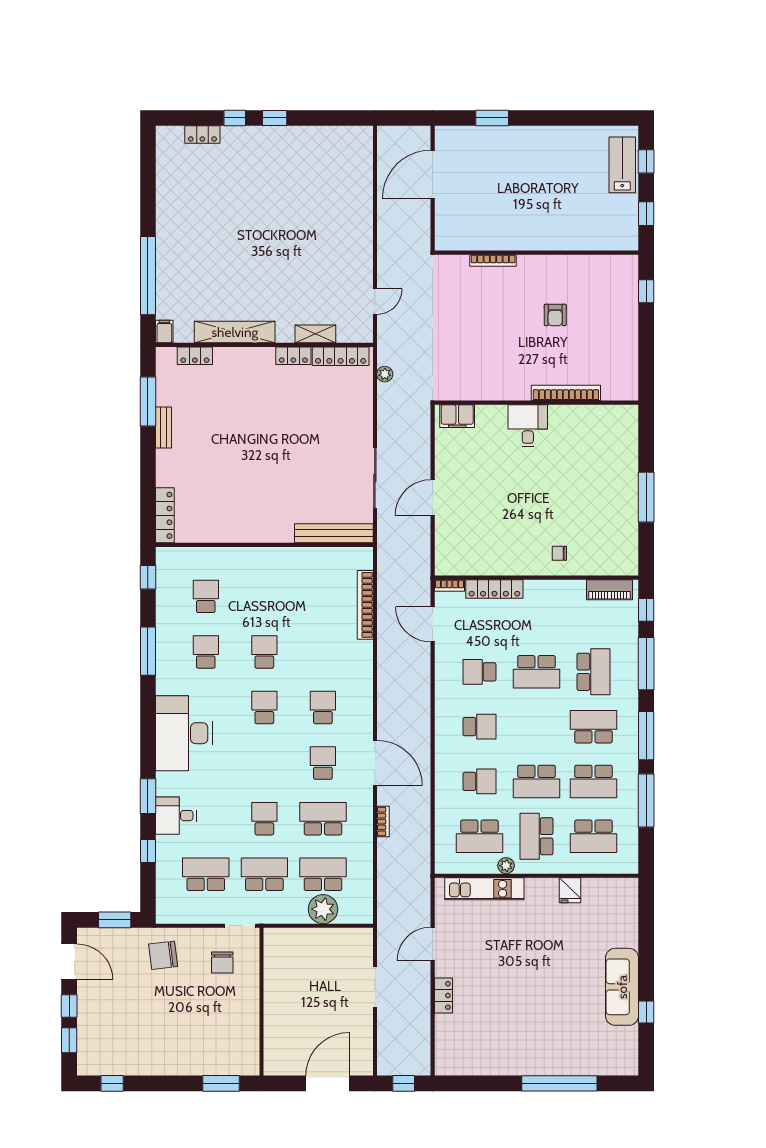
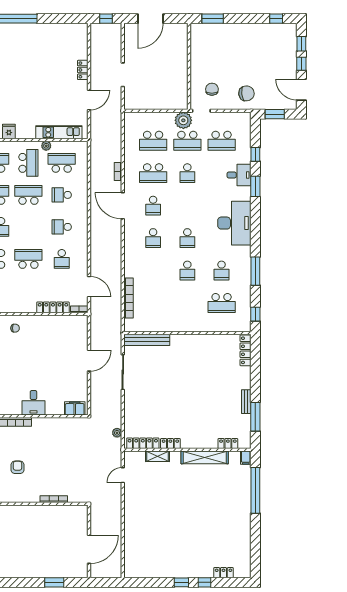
school desk: (206, 596) -> (222, 303), width x1.85
school desk: (479, 672) -> (62, 259), turned 90
plant: (323, 909) -> (183, 120), moved

